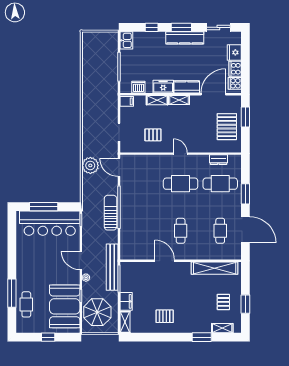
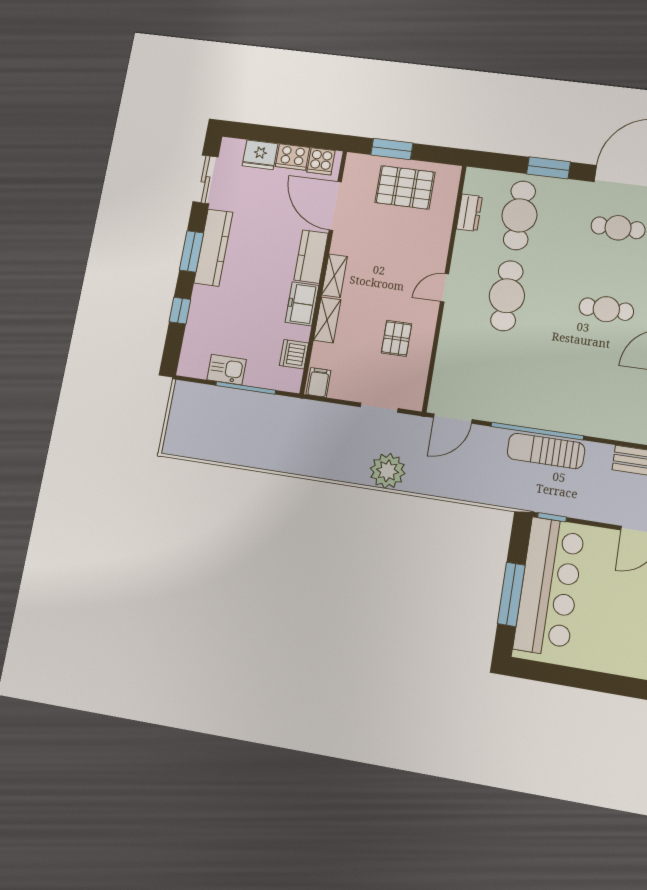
kitchen sink: (126, 40) -> (227, 370), moved
plant: (90, 165) -> (388, 471), moved

